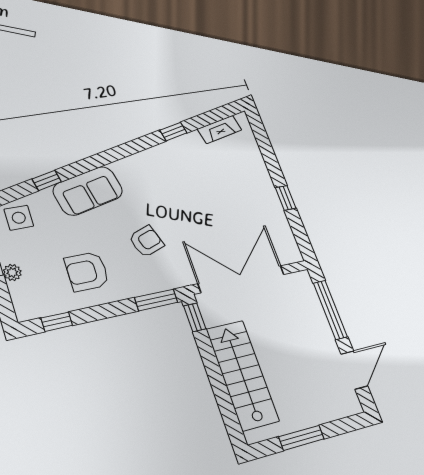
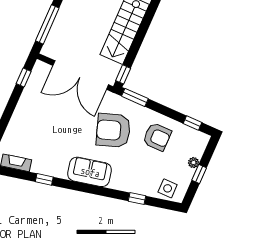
sofa: (88, 191) -> (90, 172), moved
window: (286, 198) -> (24, 78), moved
armchair: (146, 241) -> (113, 130), width x1.88, depth x1.88

